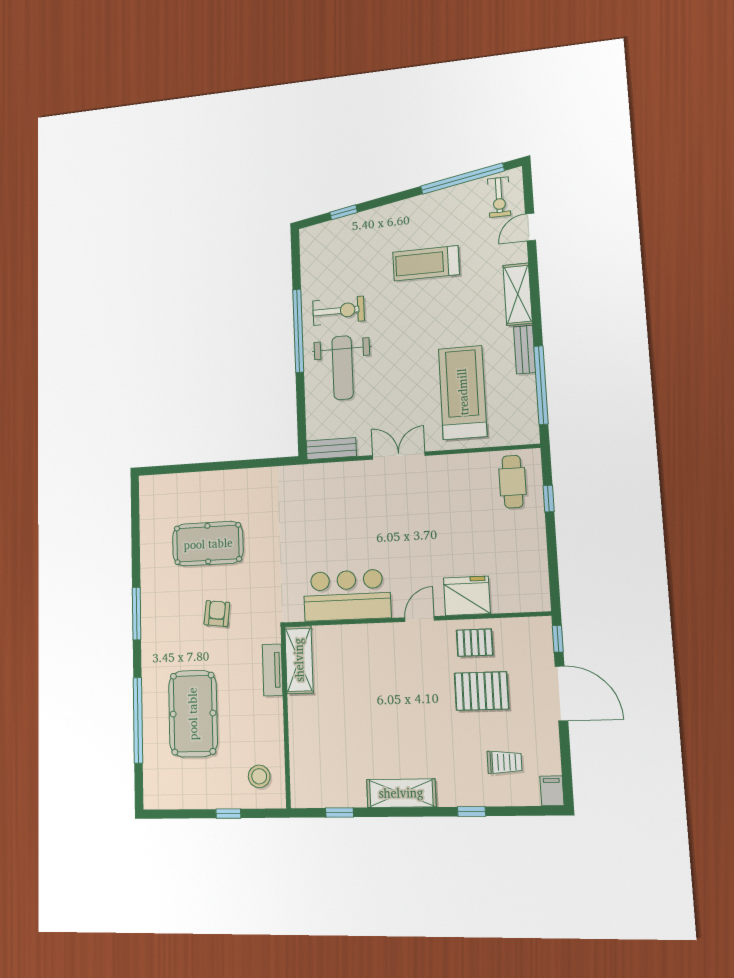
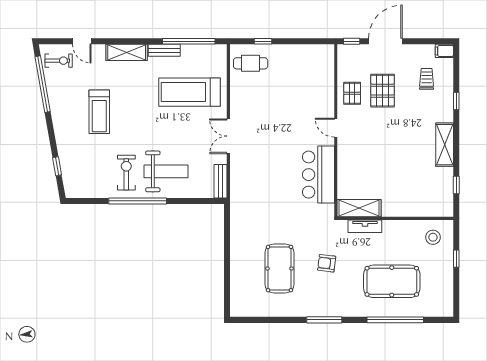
fridge: (467, 596) -> (322, 97), removed

